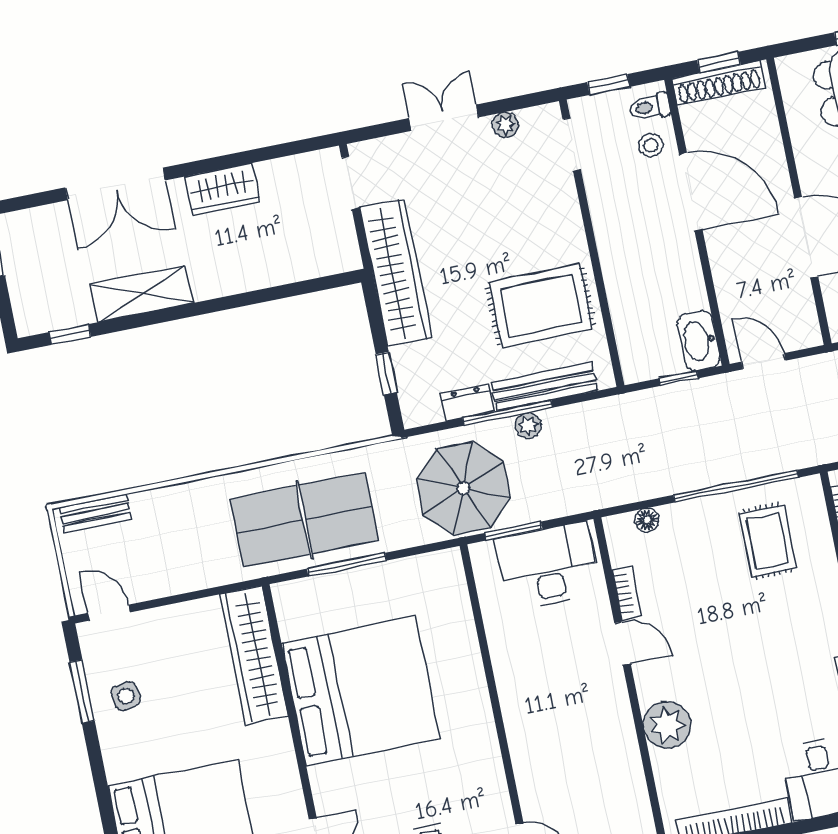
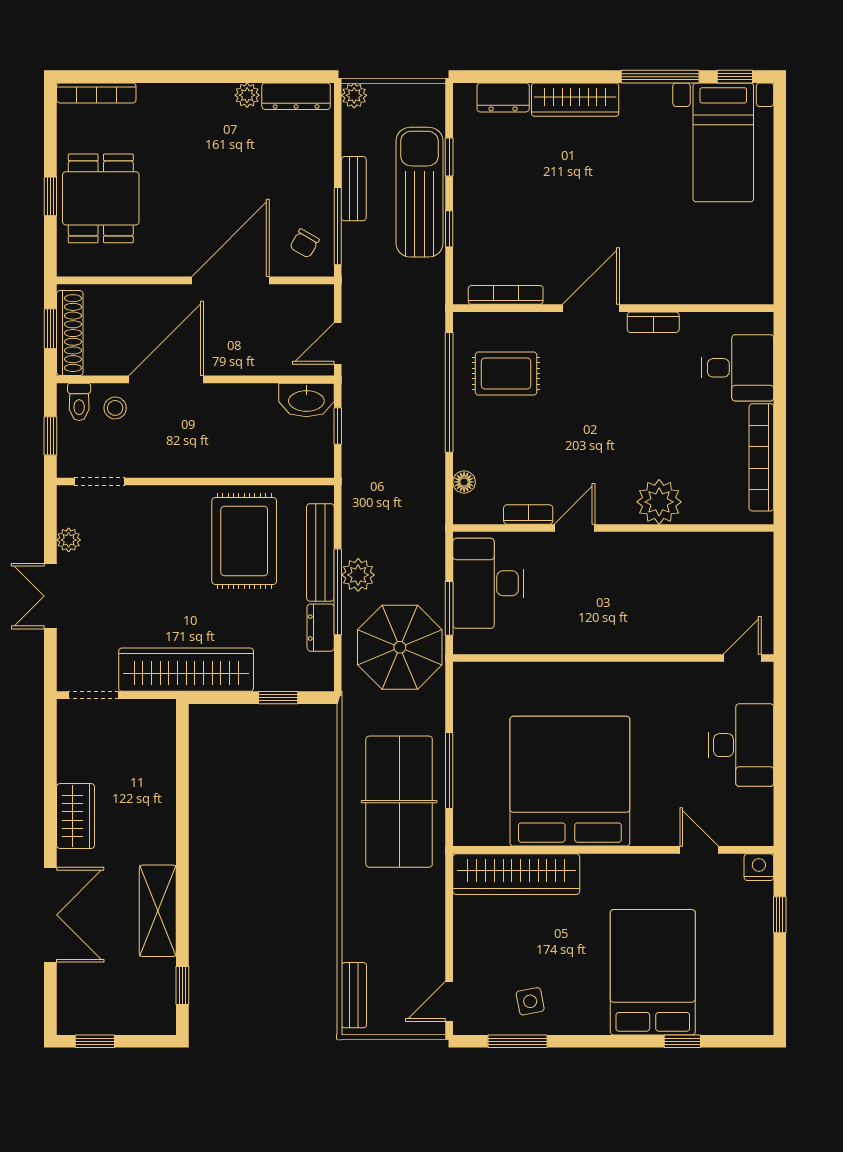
plant: (528, 425) -> (358, 575), width x1.38, depth x1.38

